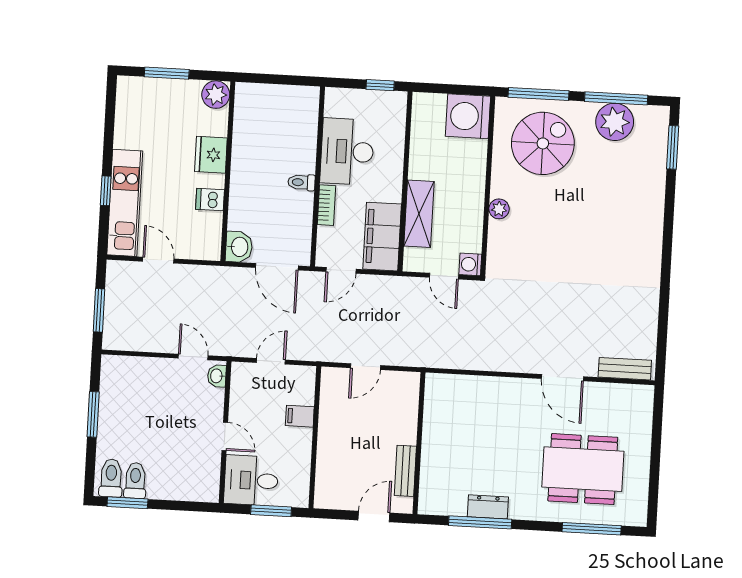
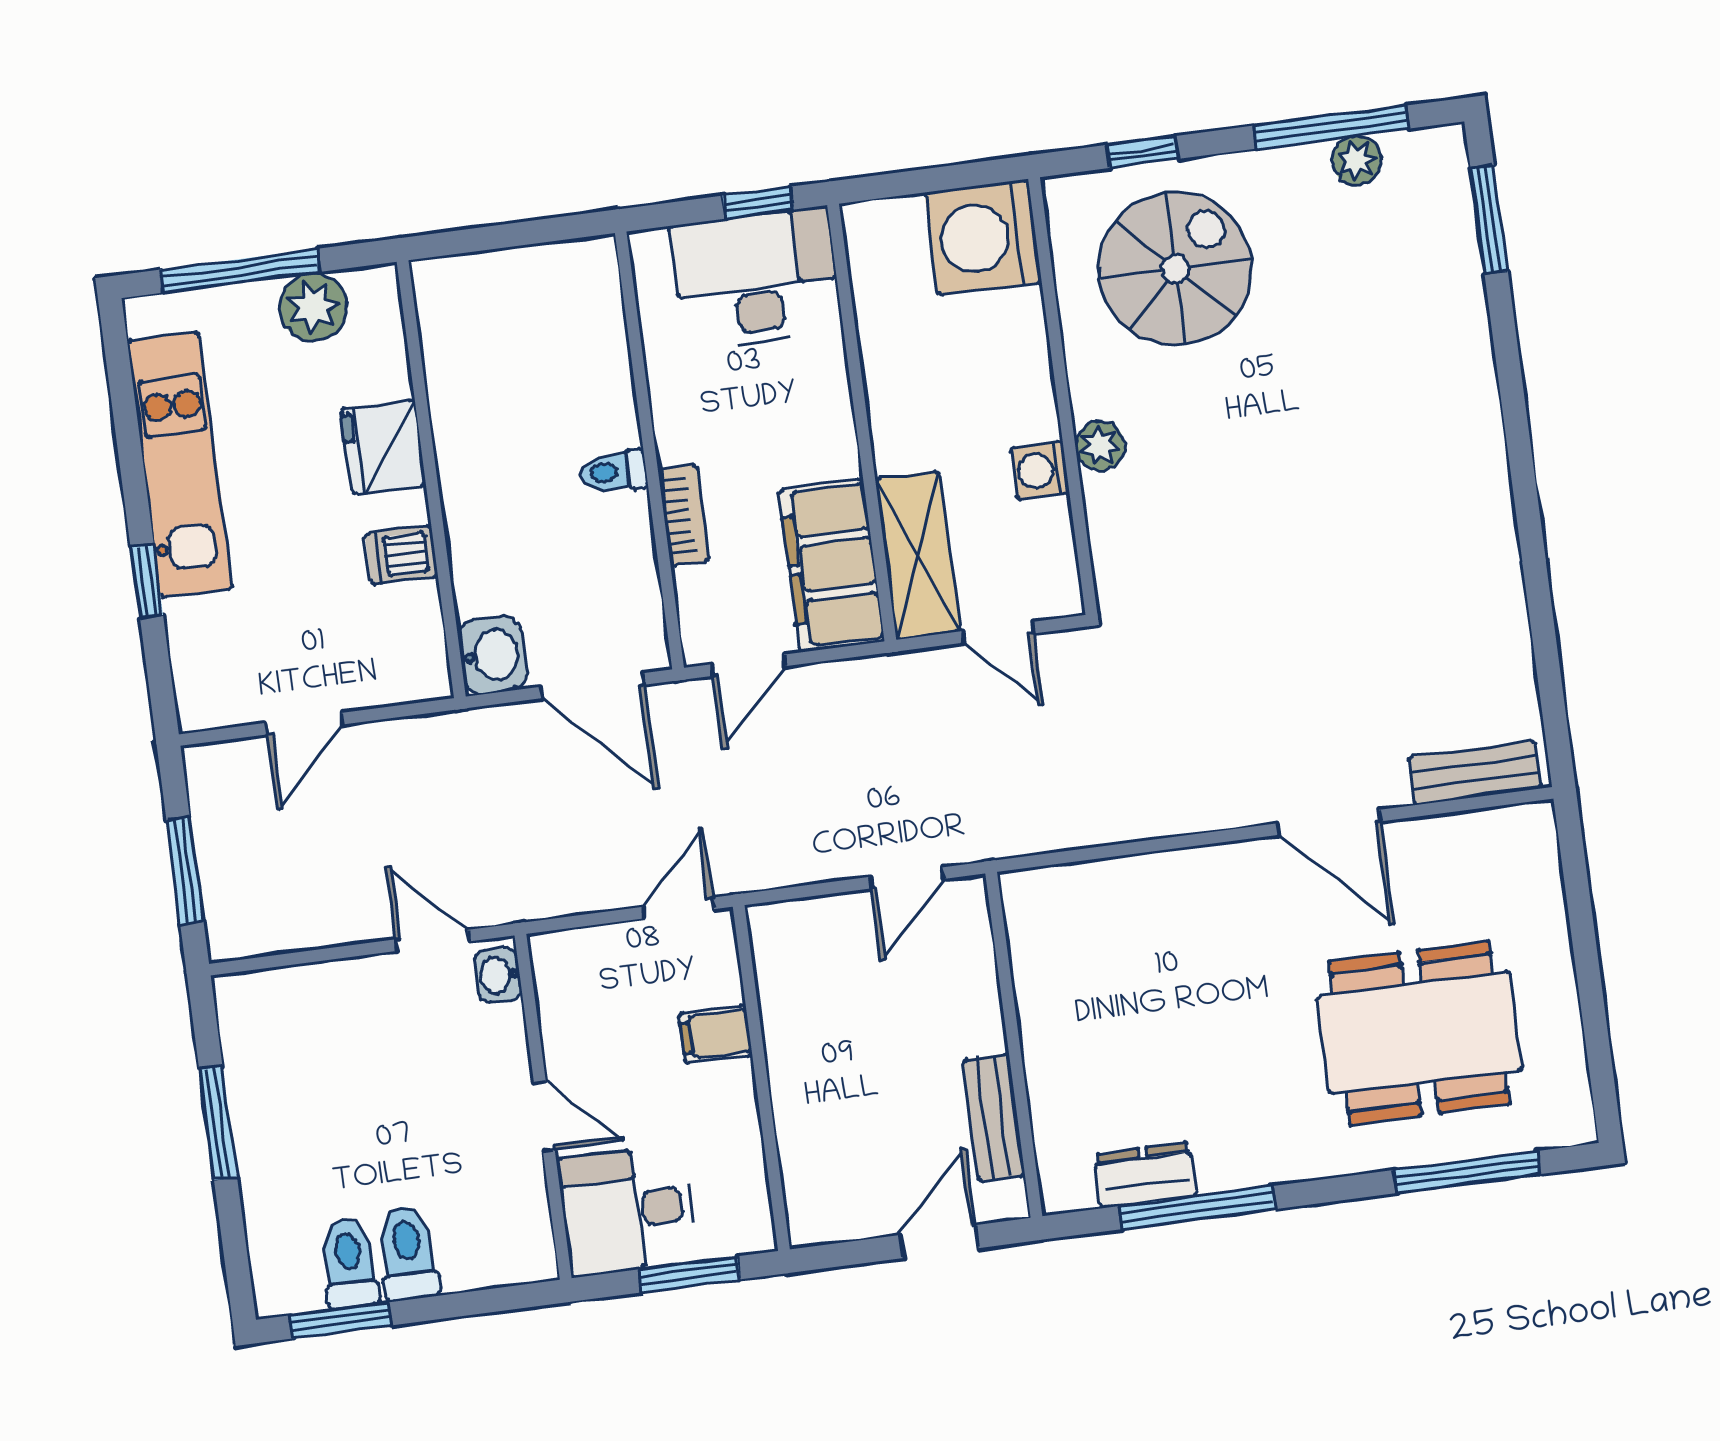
window: (167, 73) -> (240, 271), width x1.44
window: (538, 94) -> (1142, 152), width x0.46
plant: (216, 95) -> (313, 307), moved
plant: (615, 122) -> (1357, 160), width x0.53, depth x0.53
desk: (347, 152) -> (756, 278), moved, turned 90
kitchen unit: (125, 203) -> (180, 465), moved
shelving: (419, 214) -> (918, 555), moved
door: (158, 260) -> (305, 724), swing flipped
washing machine: (470, 264) -> (1040, 470), moved
door: (271, 361) -> (678, 908), moved
door: (366, 367) -> (907, 878), moved
toilet: (111, 478) -> (408, 1253), moved
dresser: (488, 507) -> (1145, 1175), moved

